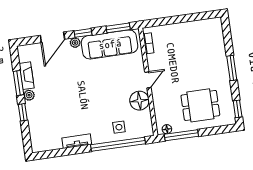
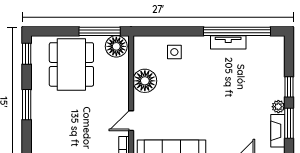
door: (148, 80) -> (131, 121), moved
dining table: (200, 105) -> (71, 64), width x1.38
floor lamp: (167, 129) -> (116, 46), width x1.89, depth x1.89
window: (118, 144) -> (237, 31), moved

